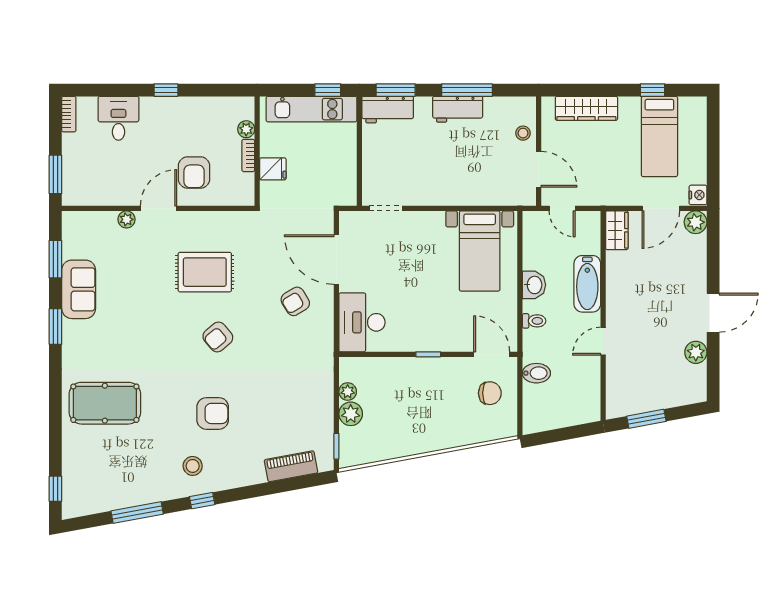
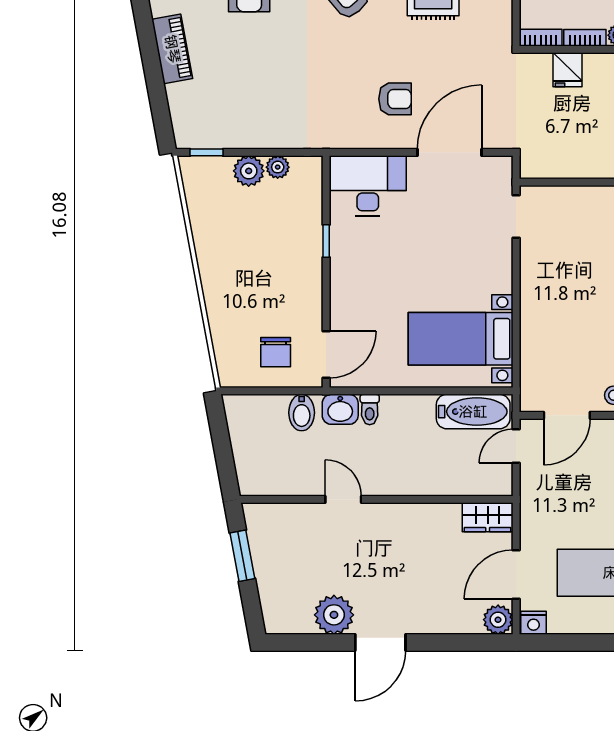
bookcase: (248, 190) -> (541, 38), added
door: (661, 208) -> (516, 574), hinge flipped
bathtub: (587, 284) -> (473, 412), moved, turned 180
washbasin: (534, 285) -> (340, 409), moved
armchair: (295, 301) -> (395, 99), turned 121
door: (713, 313) -> (380, 643), hinge flipped
plant: (696, 352) -> (334, 615), width x1.36, depth x1.36
window: (428, 354) -> (326, 241), moved
piano: (291, 466) -> (172, 49), moved

